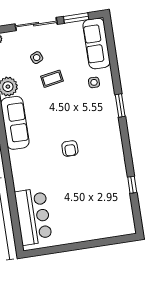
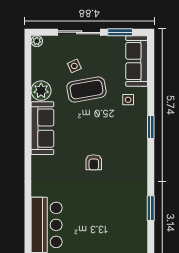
coffee table: (52, 79) -> (86, 90), width x1.86, depth x1.72
window: (132, 185) -> (151, 208), width x1.50

